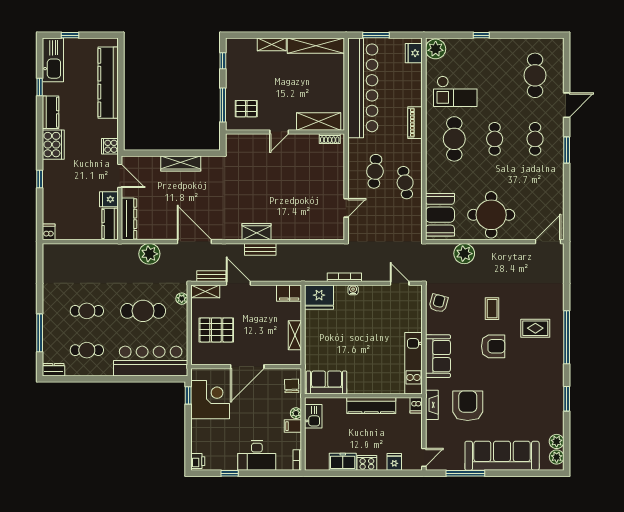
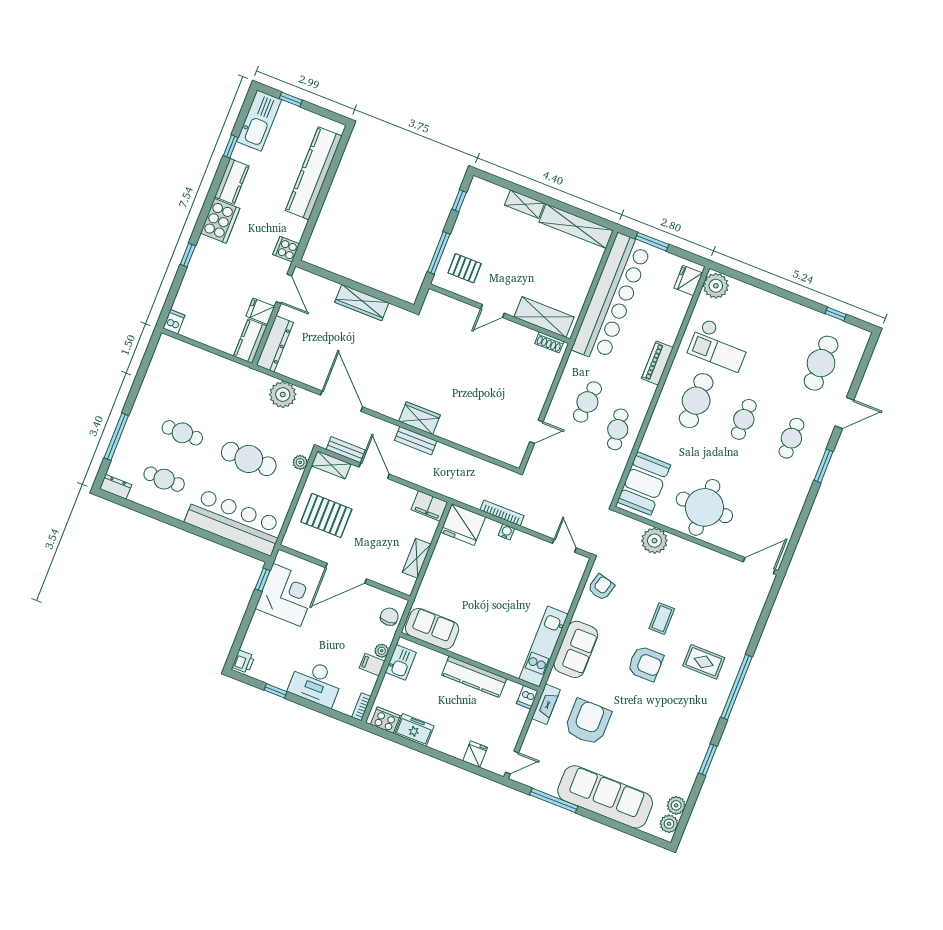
window: (481, 35) -> (836, 314), moved
cooker: (367, 463) -> (385, 720), moved

